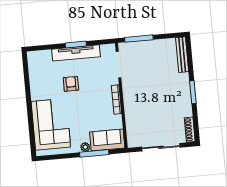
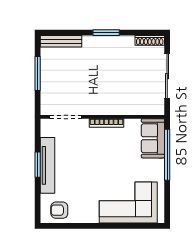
window: (139, 39) -> (38, 74), moved
armchair: (71, 84) -> (59, 210), moved
plant: (85, 147) -> (159, 165), removed
window: (94, 153) -> (167, 155), width x1.46

